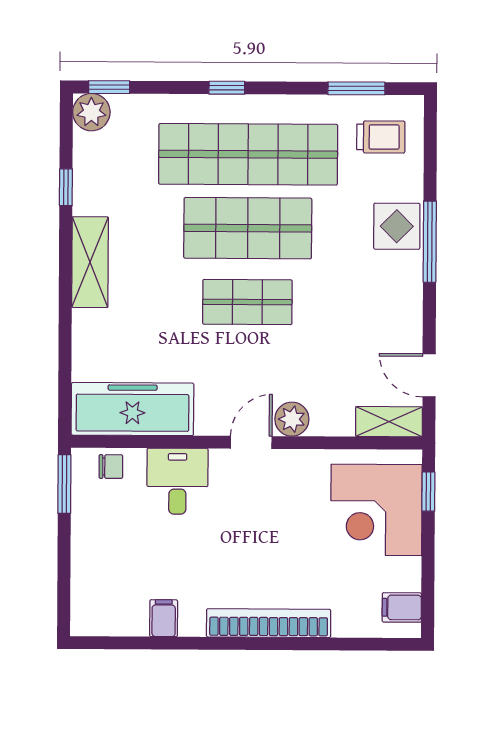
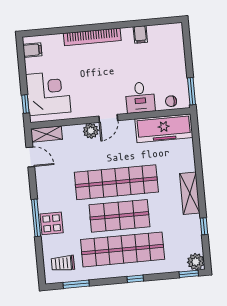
shop shelf: (247, 302) -> (116, 182), width x2.00, depth x1.36

